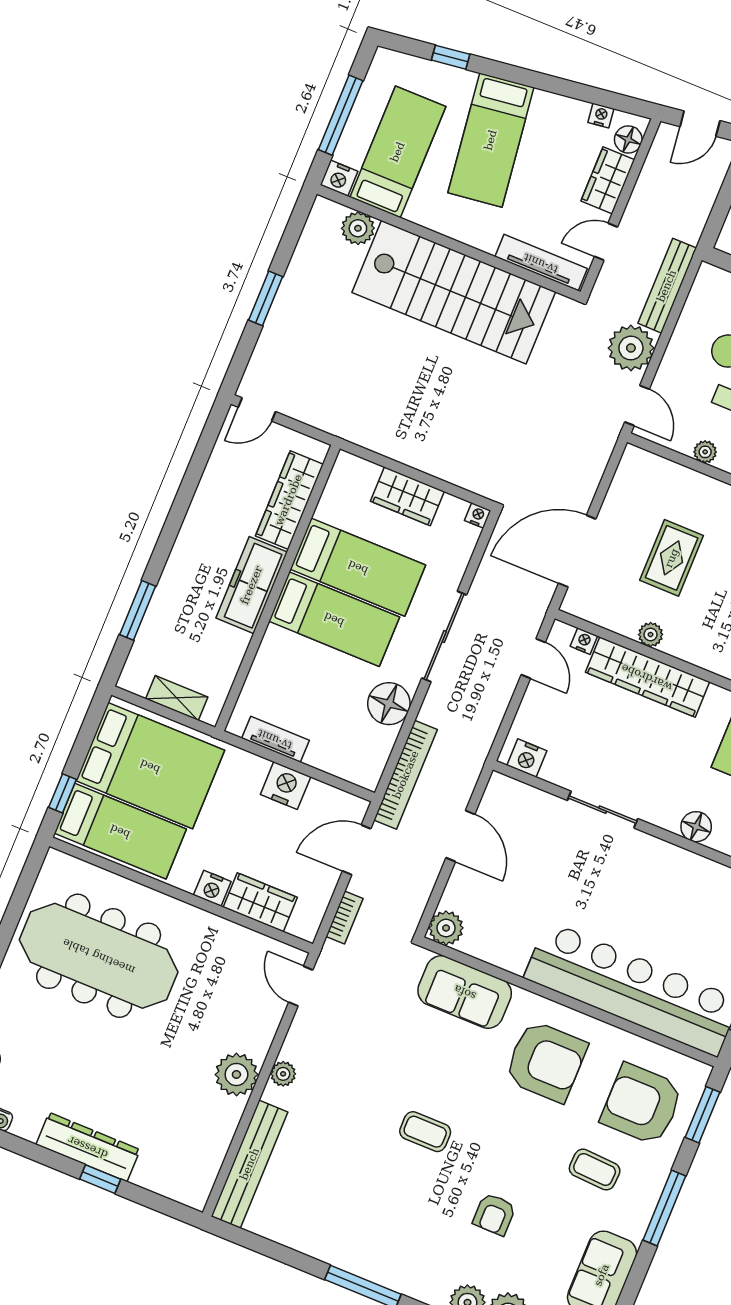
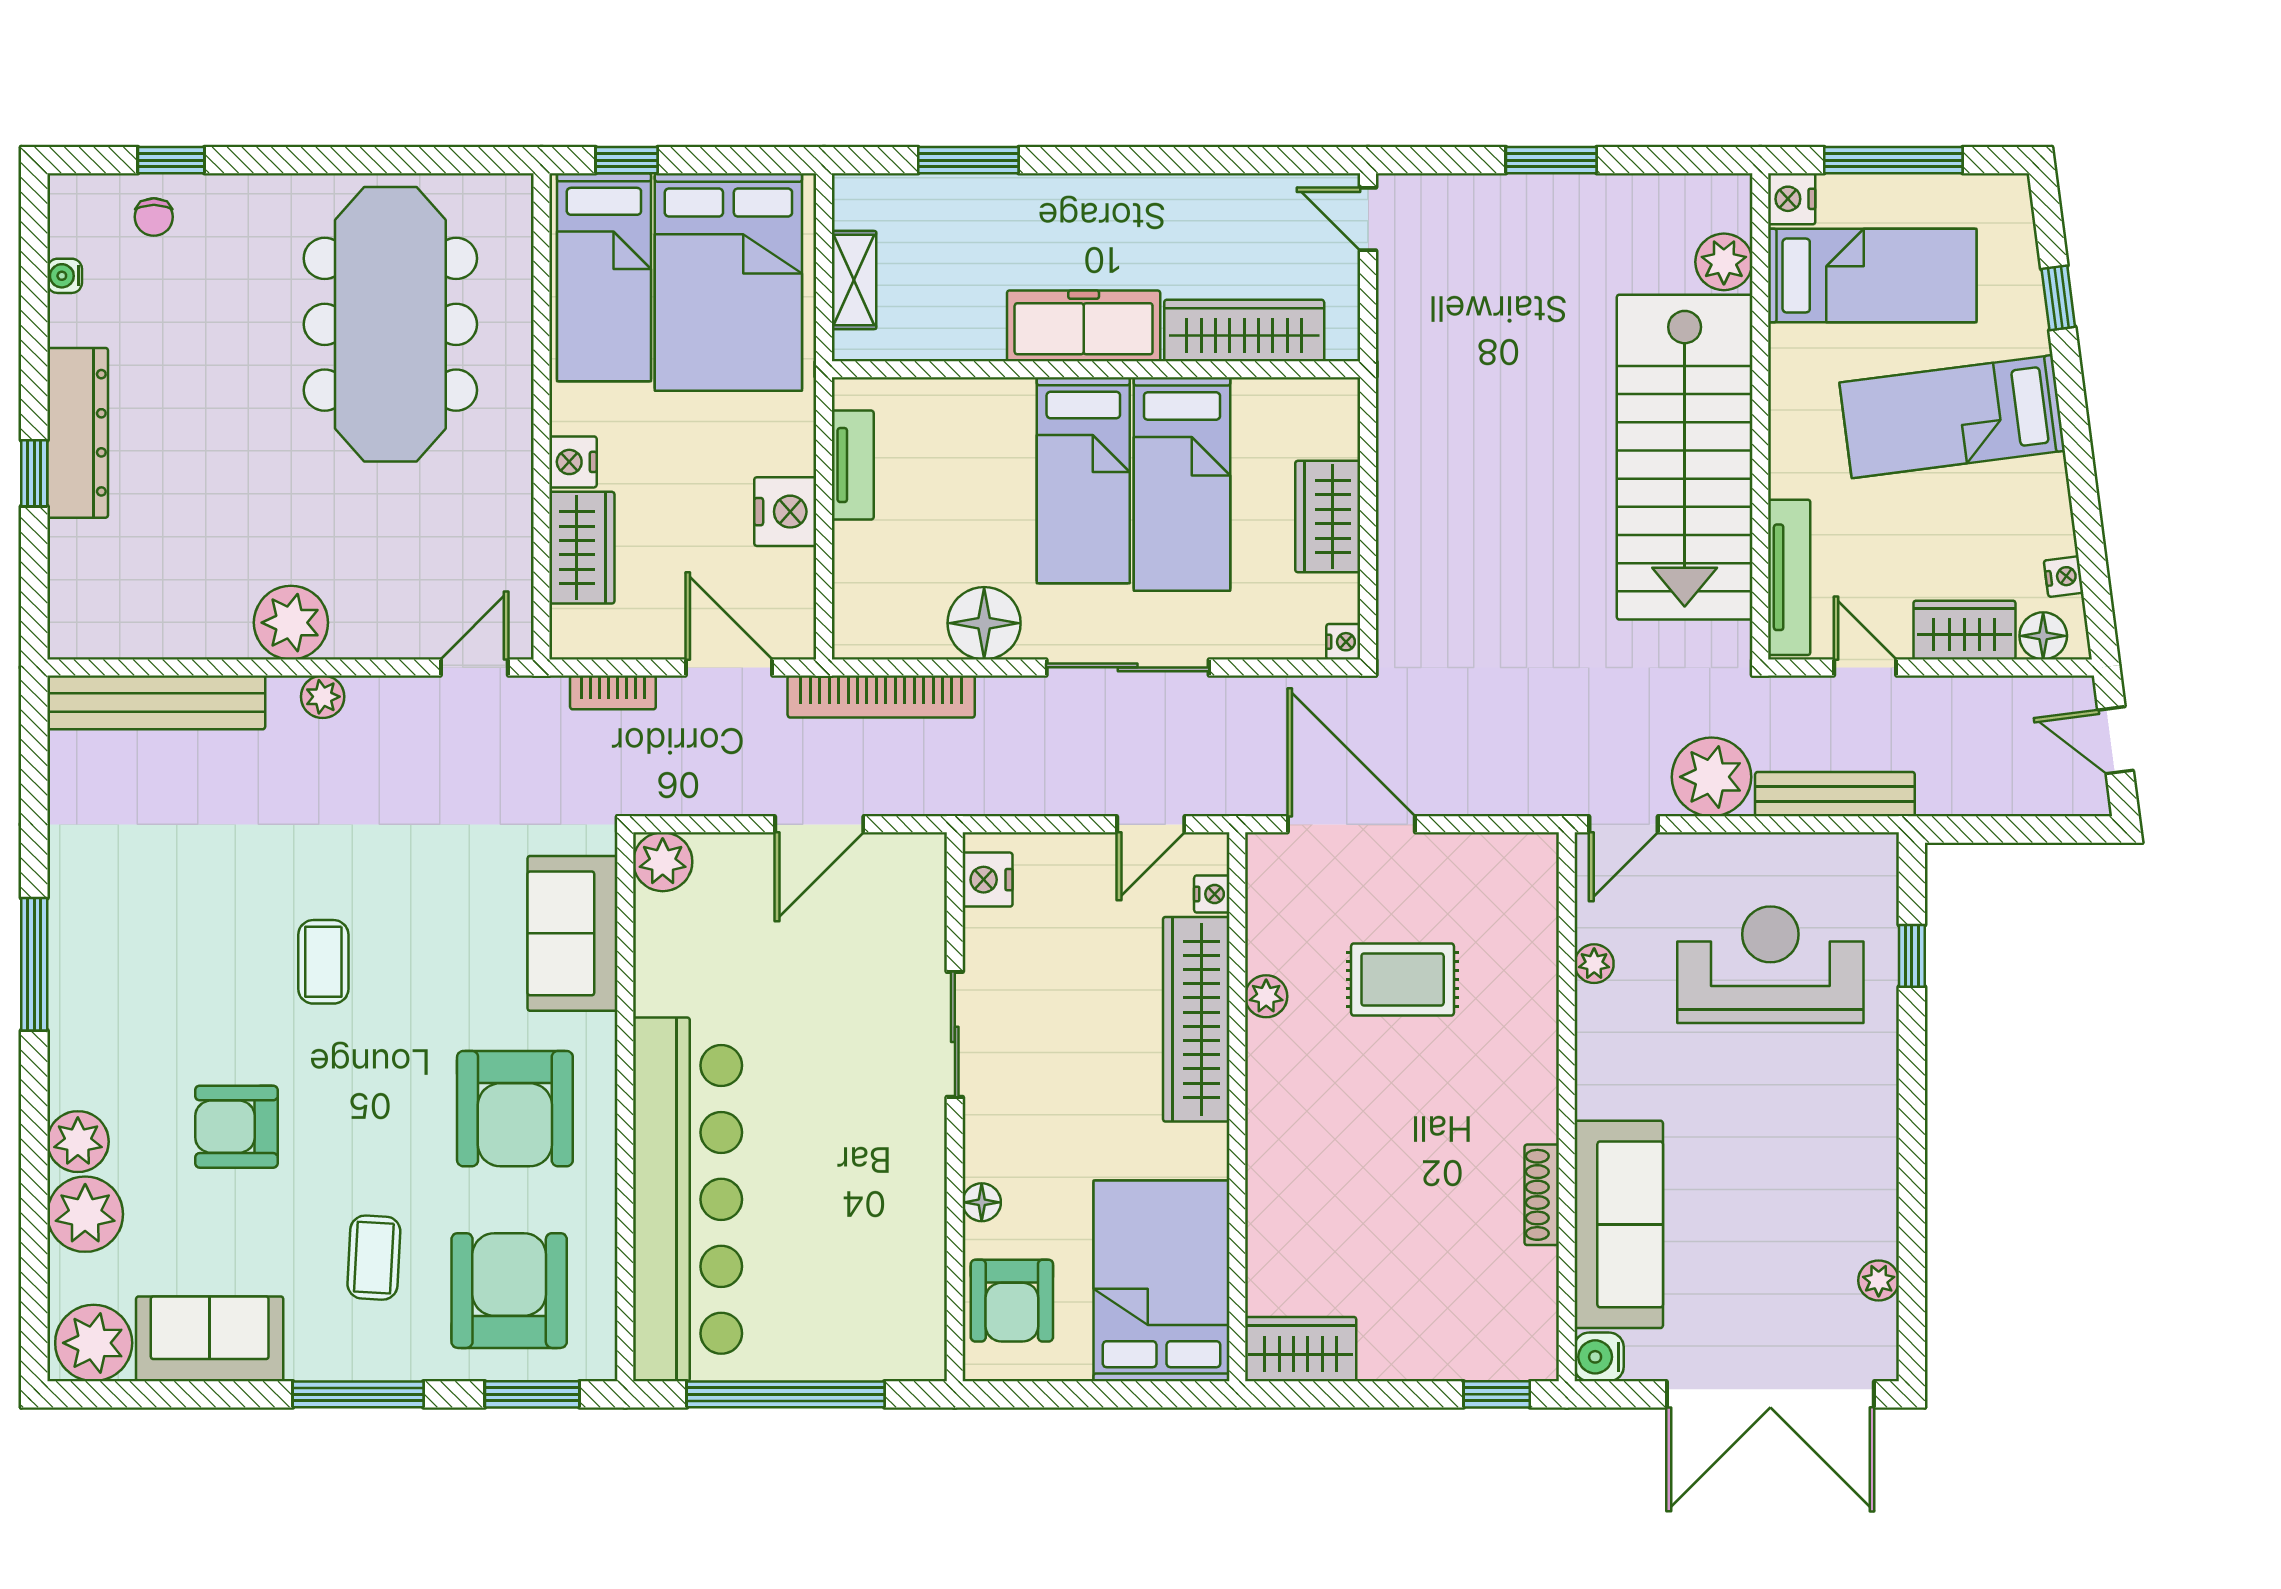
floor lamp: (696, 827) -> (982, 1202), width x0.73, depth x0.73
armchair: (494, 1214) -> (236, 1127), width x1.38, depth x1.38

